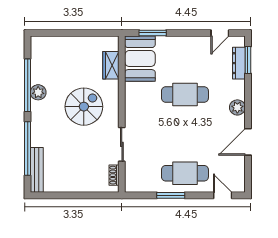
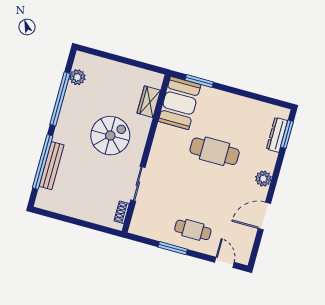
door: (220, 33) -> (266, 99), removed
plant: (38, 92) -> (77, 77), moved
bench: (37, 170) -> (51, 166), moved
cafe table: (185, 173) -> (193, 230), width x0.73, depth x0.74

